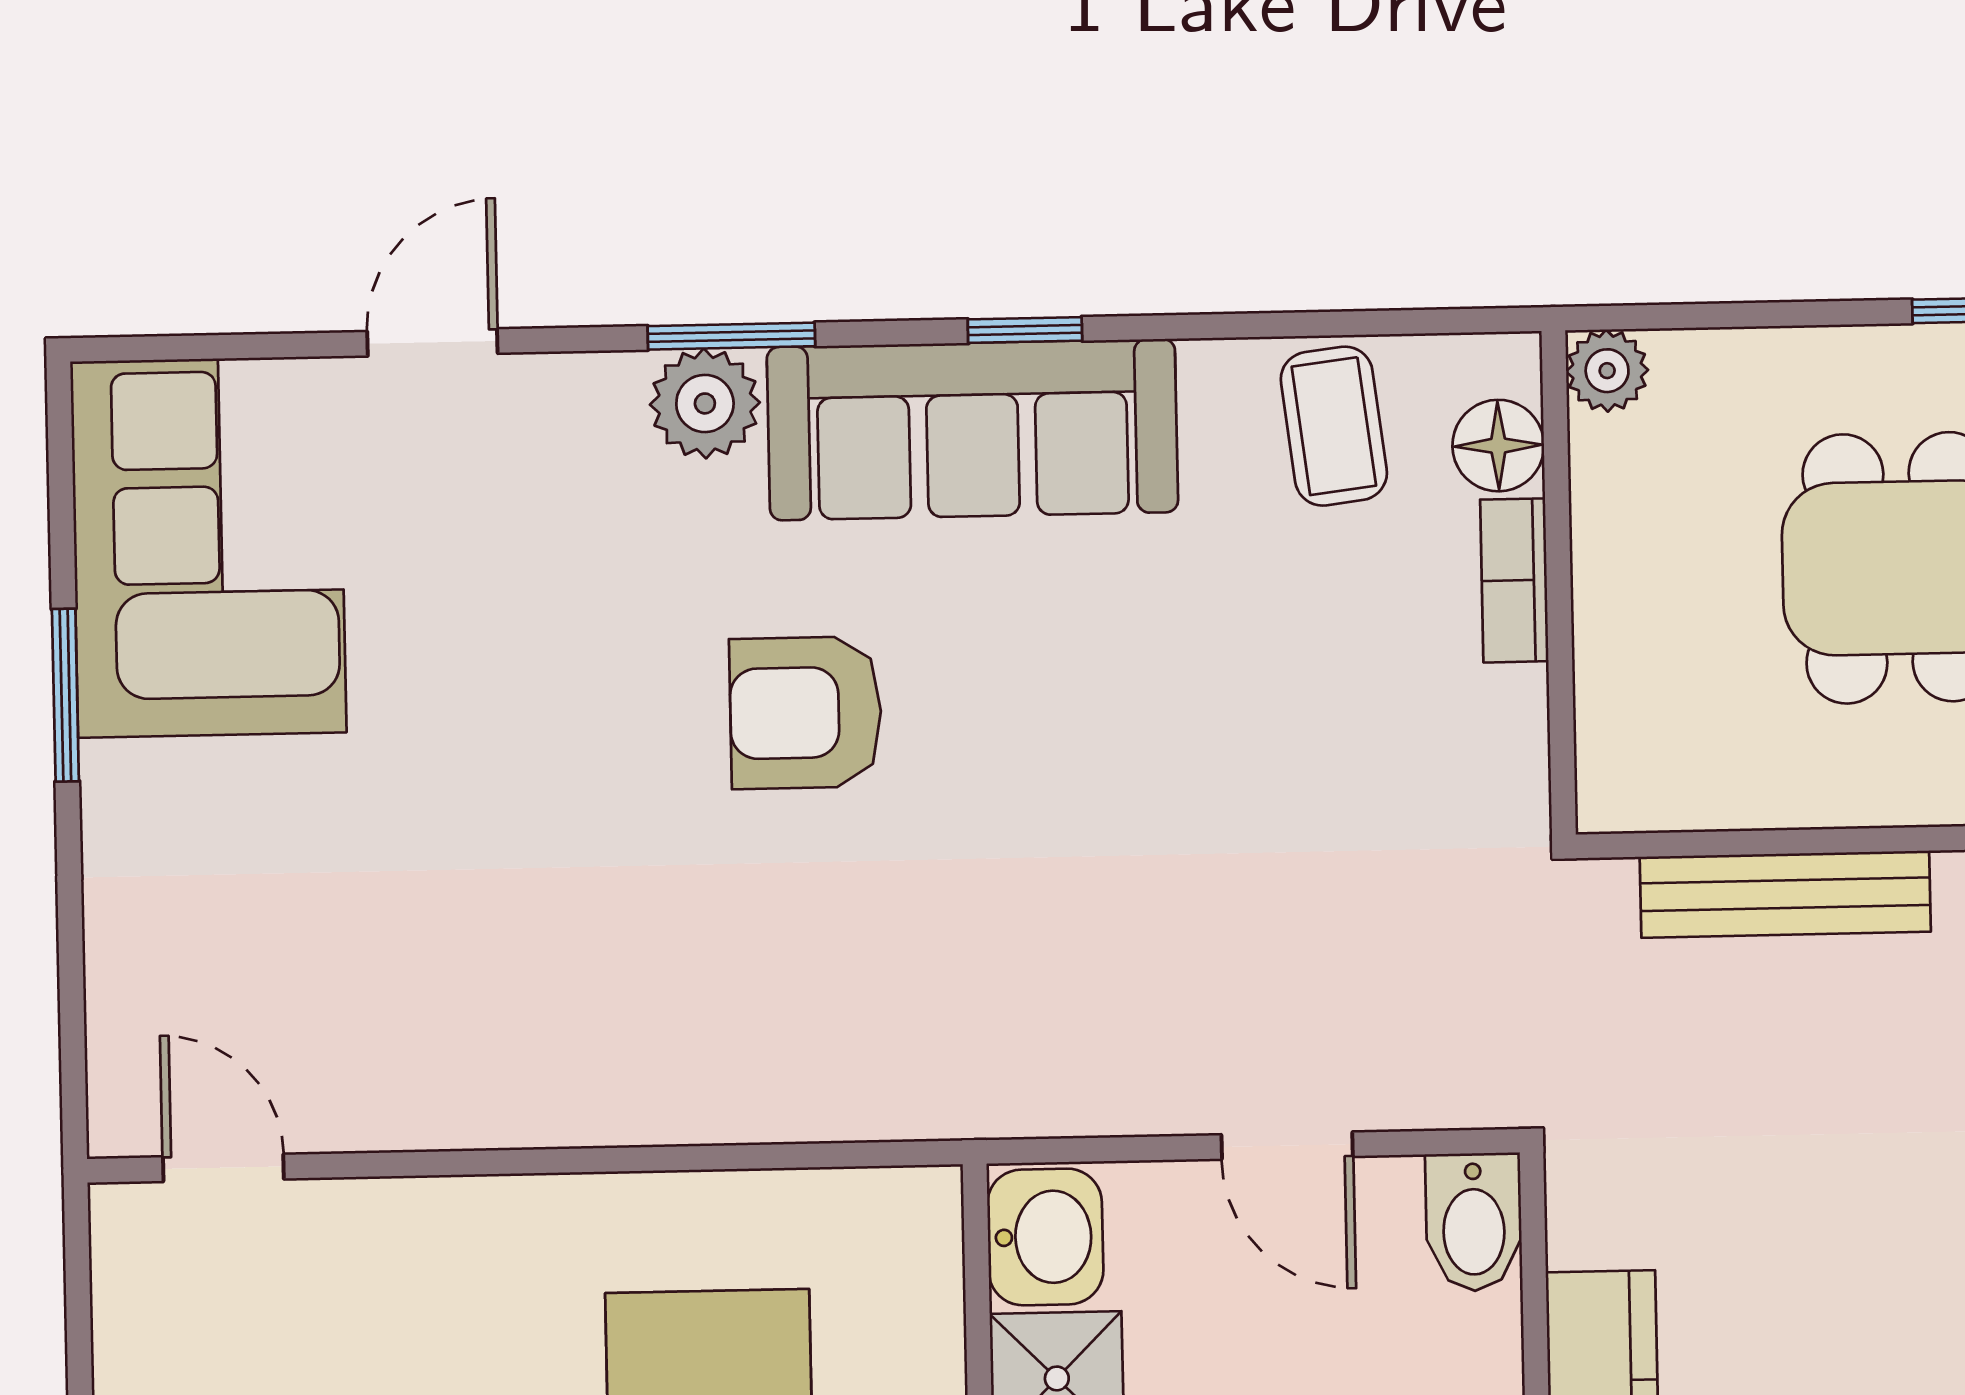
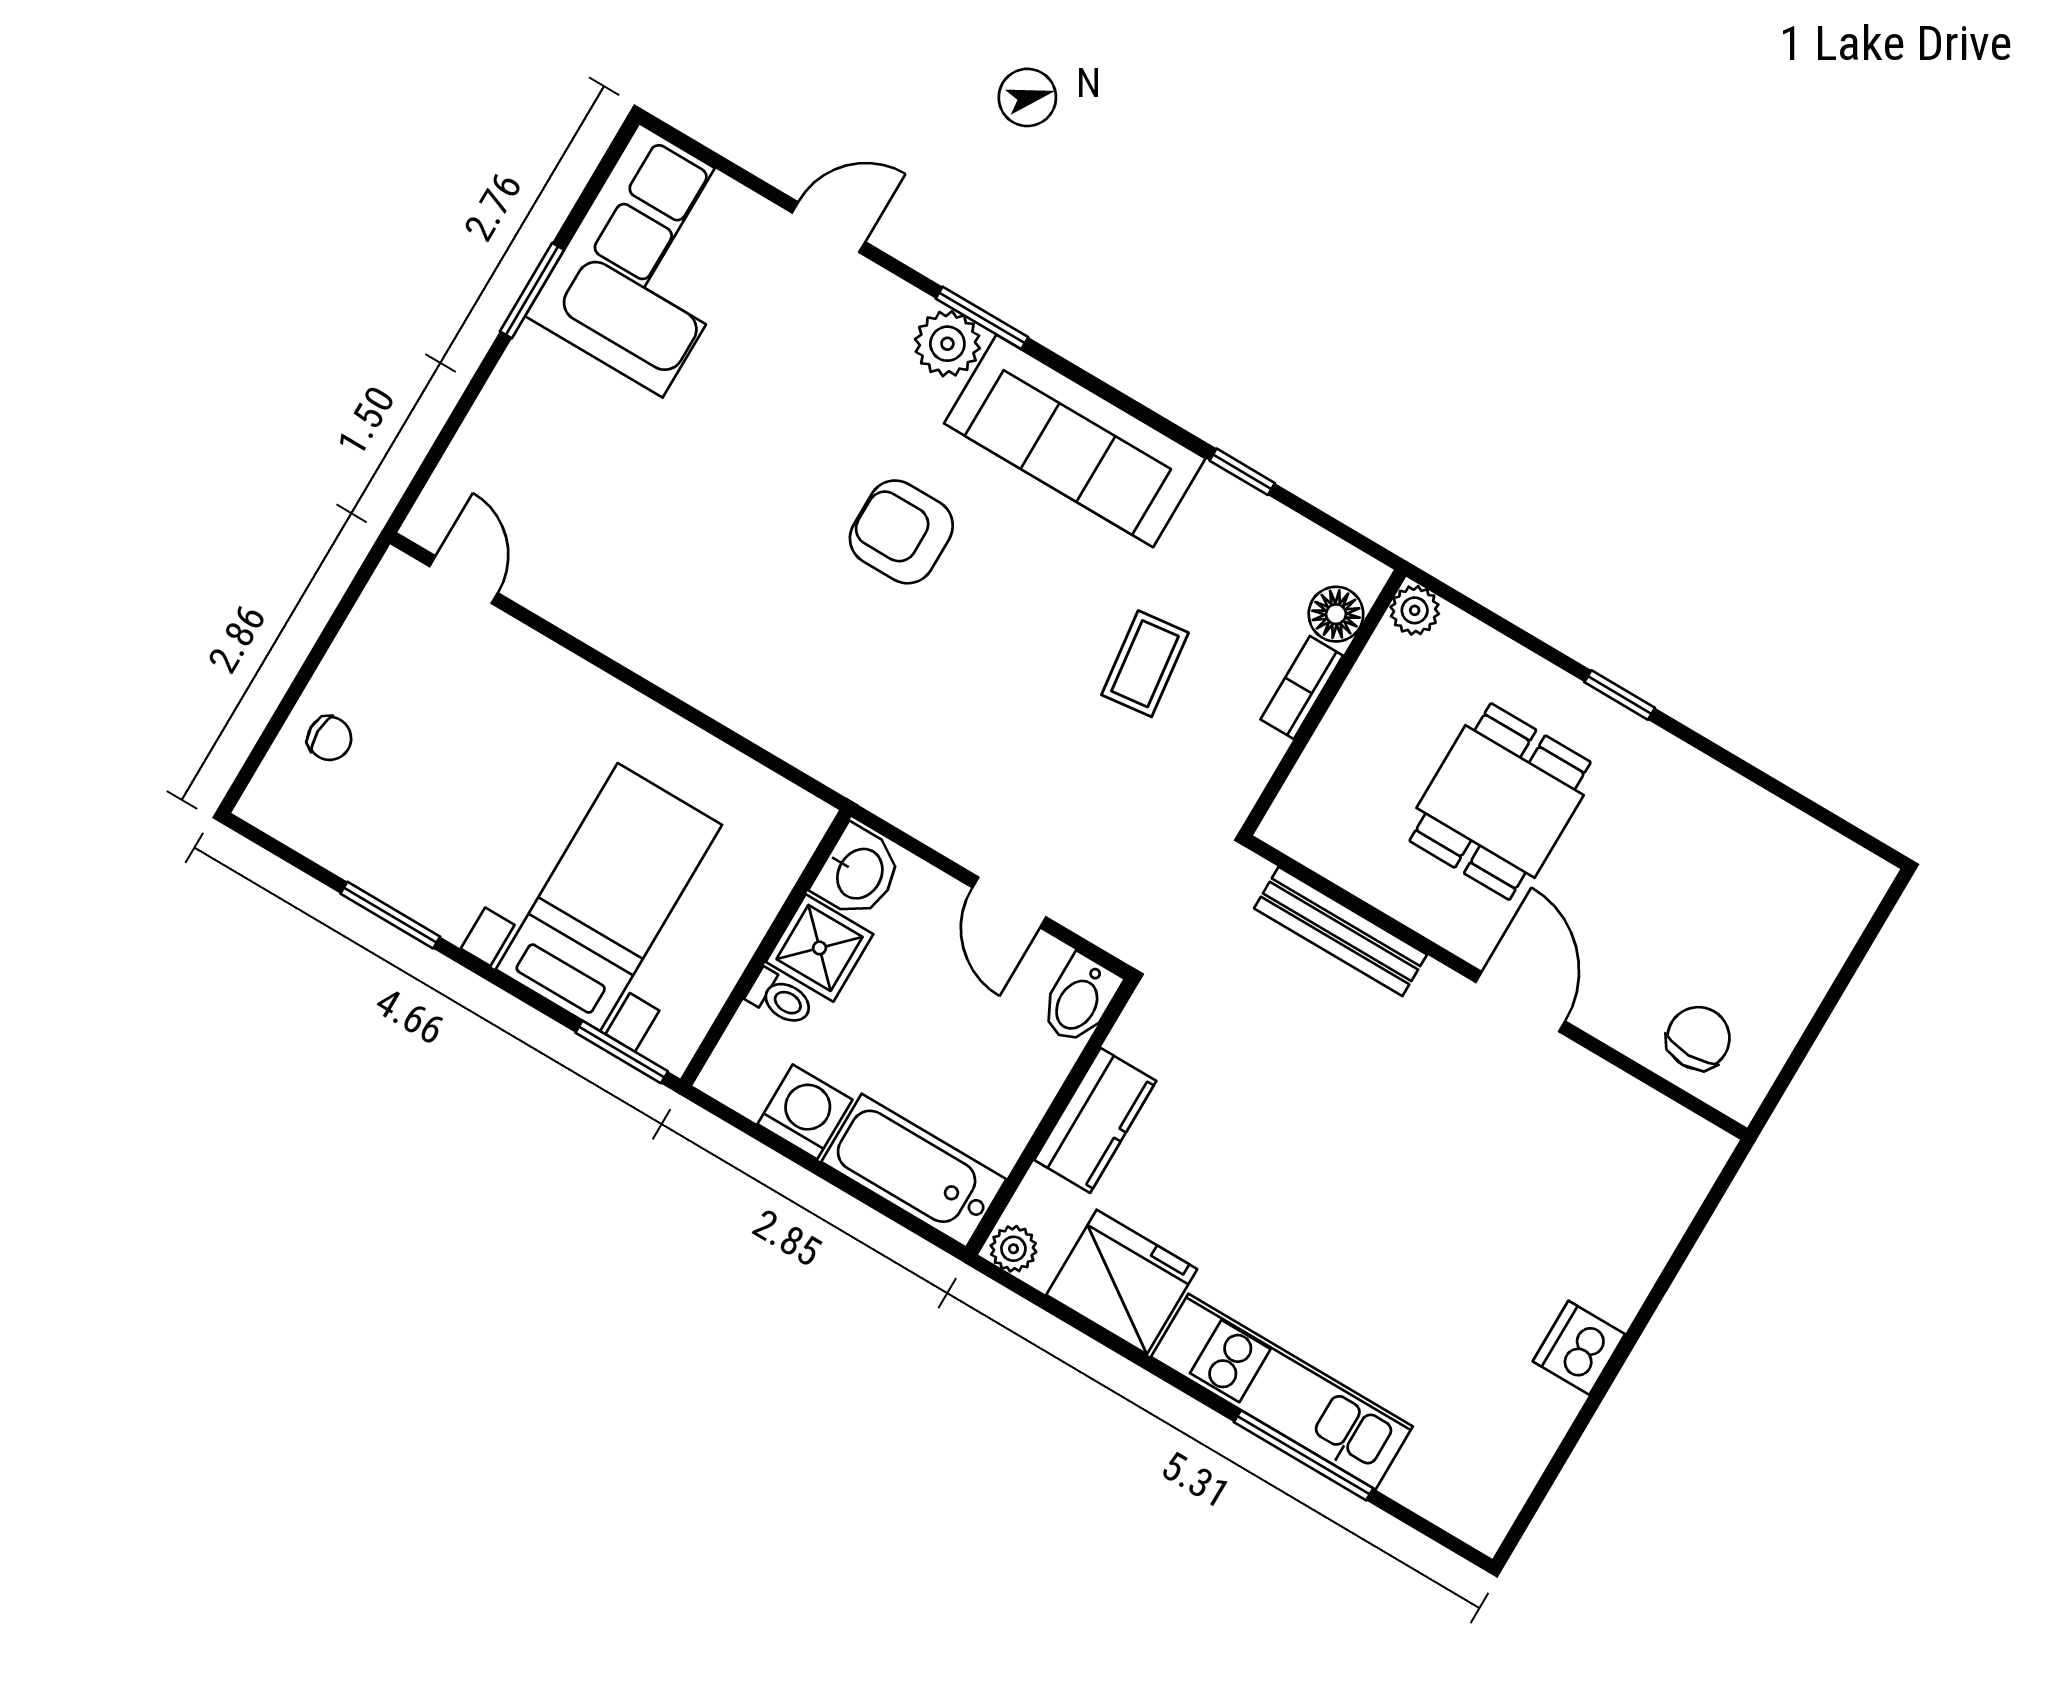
window: (1025, 330) -> (1242, 472), moved
coffee table: (1334, 426) -> (1145, 664), moved

